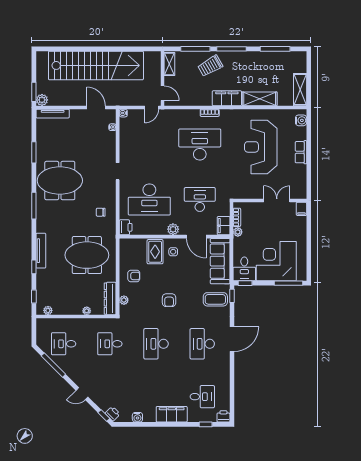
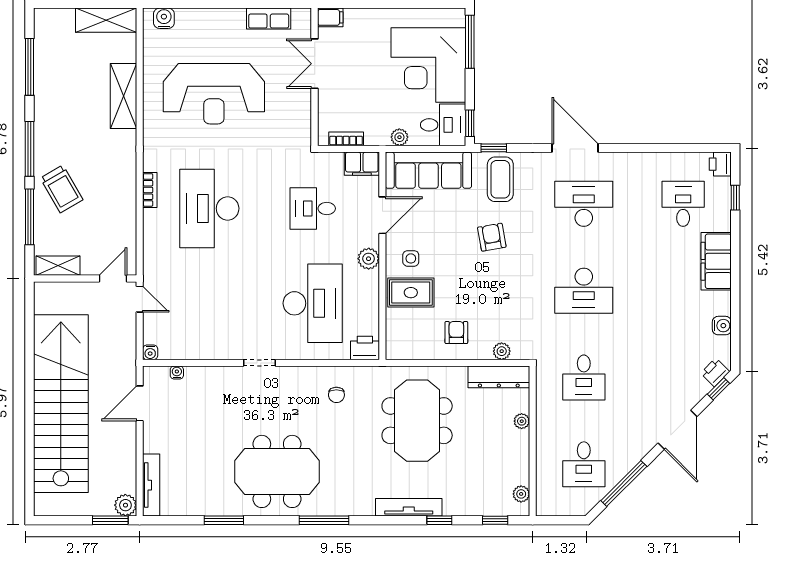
filing cabinet: (227, 98) -> (122, 158), removed
row of seats: (301, 152) -> (269, 18), moved
meeting table: (60, 181) -> (277, 471), turned 90
desk: (200, 200) -> (313, 208), width x0.73
plant: (238, 232) -> (399, 137), moved
armchair: (169, 300) -> (492, 237), moved, turned -100
desk: (202, 344) -> (584, 204), turned 180
door: (82, 394) -> (678, 430), width x1.87

